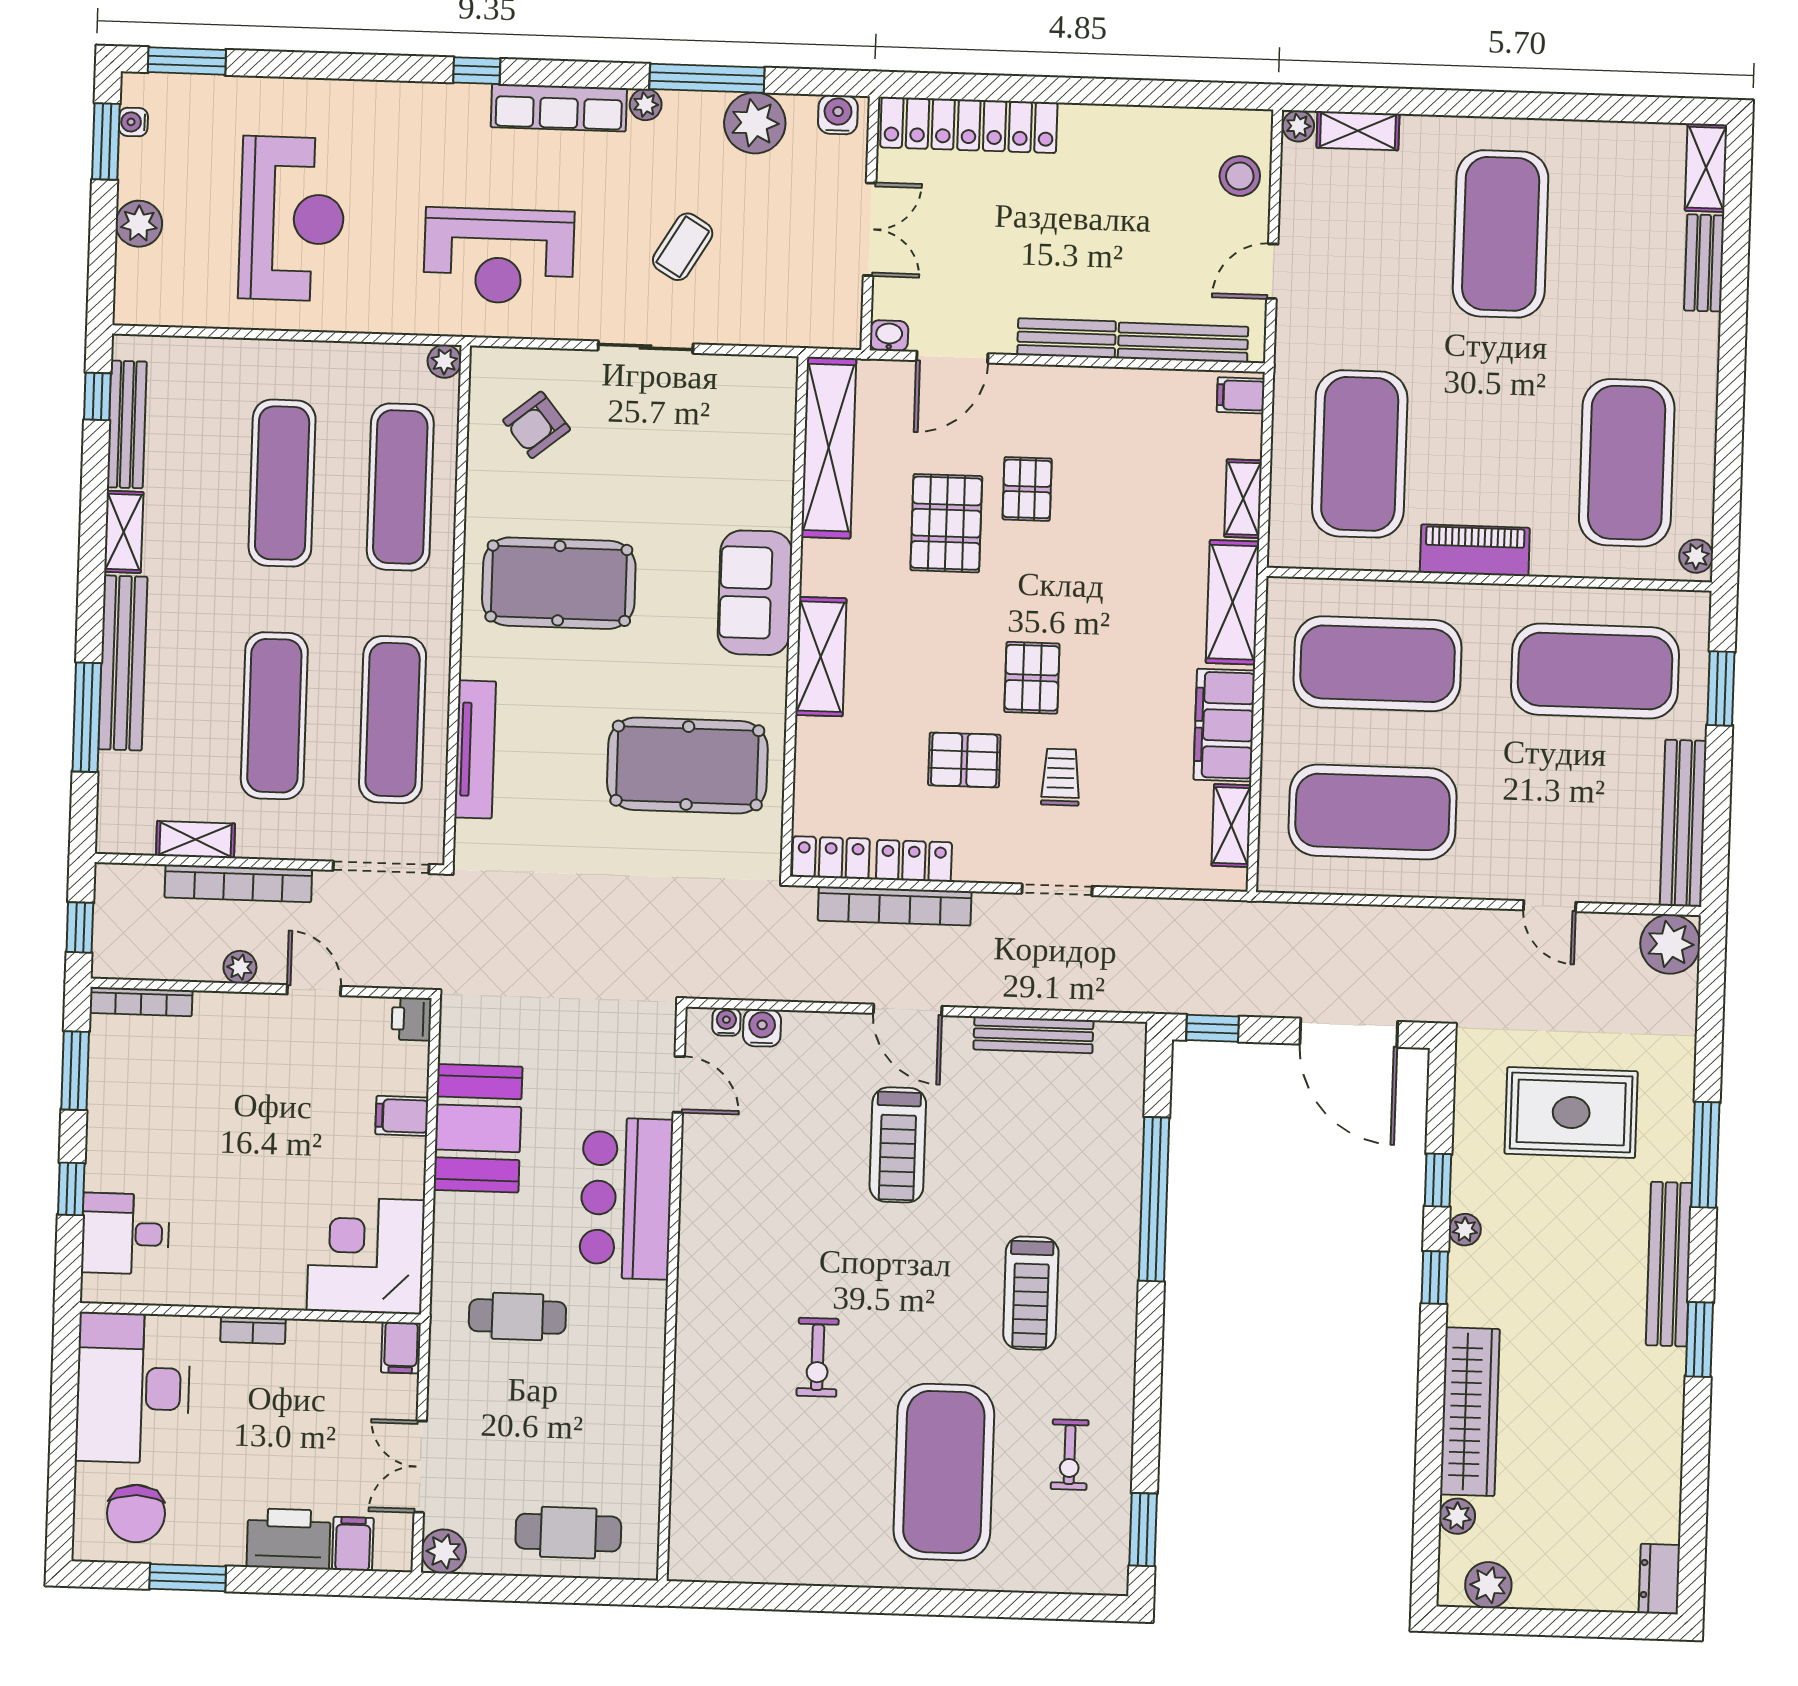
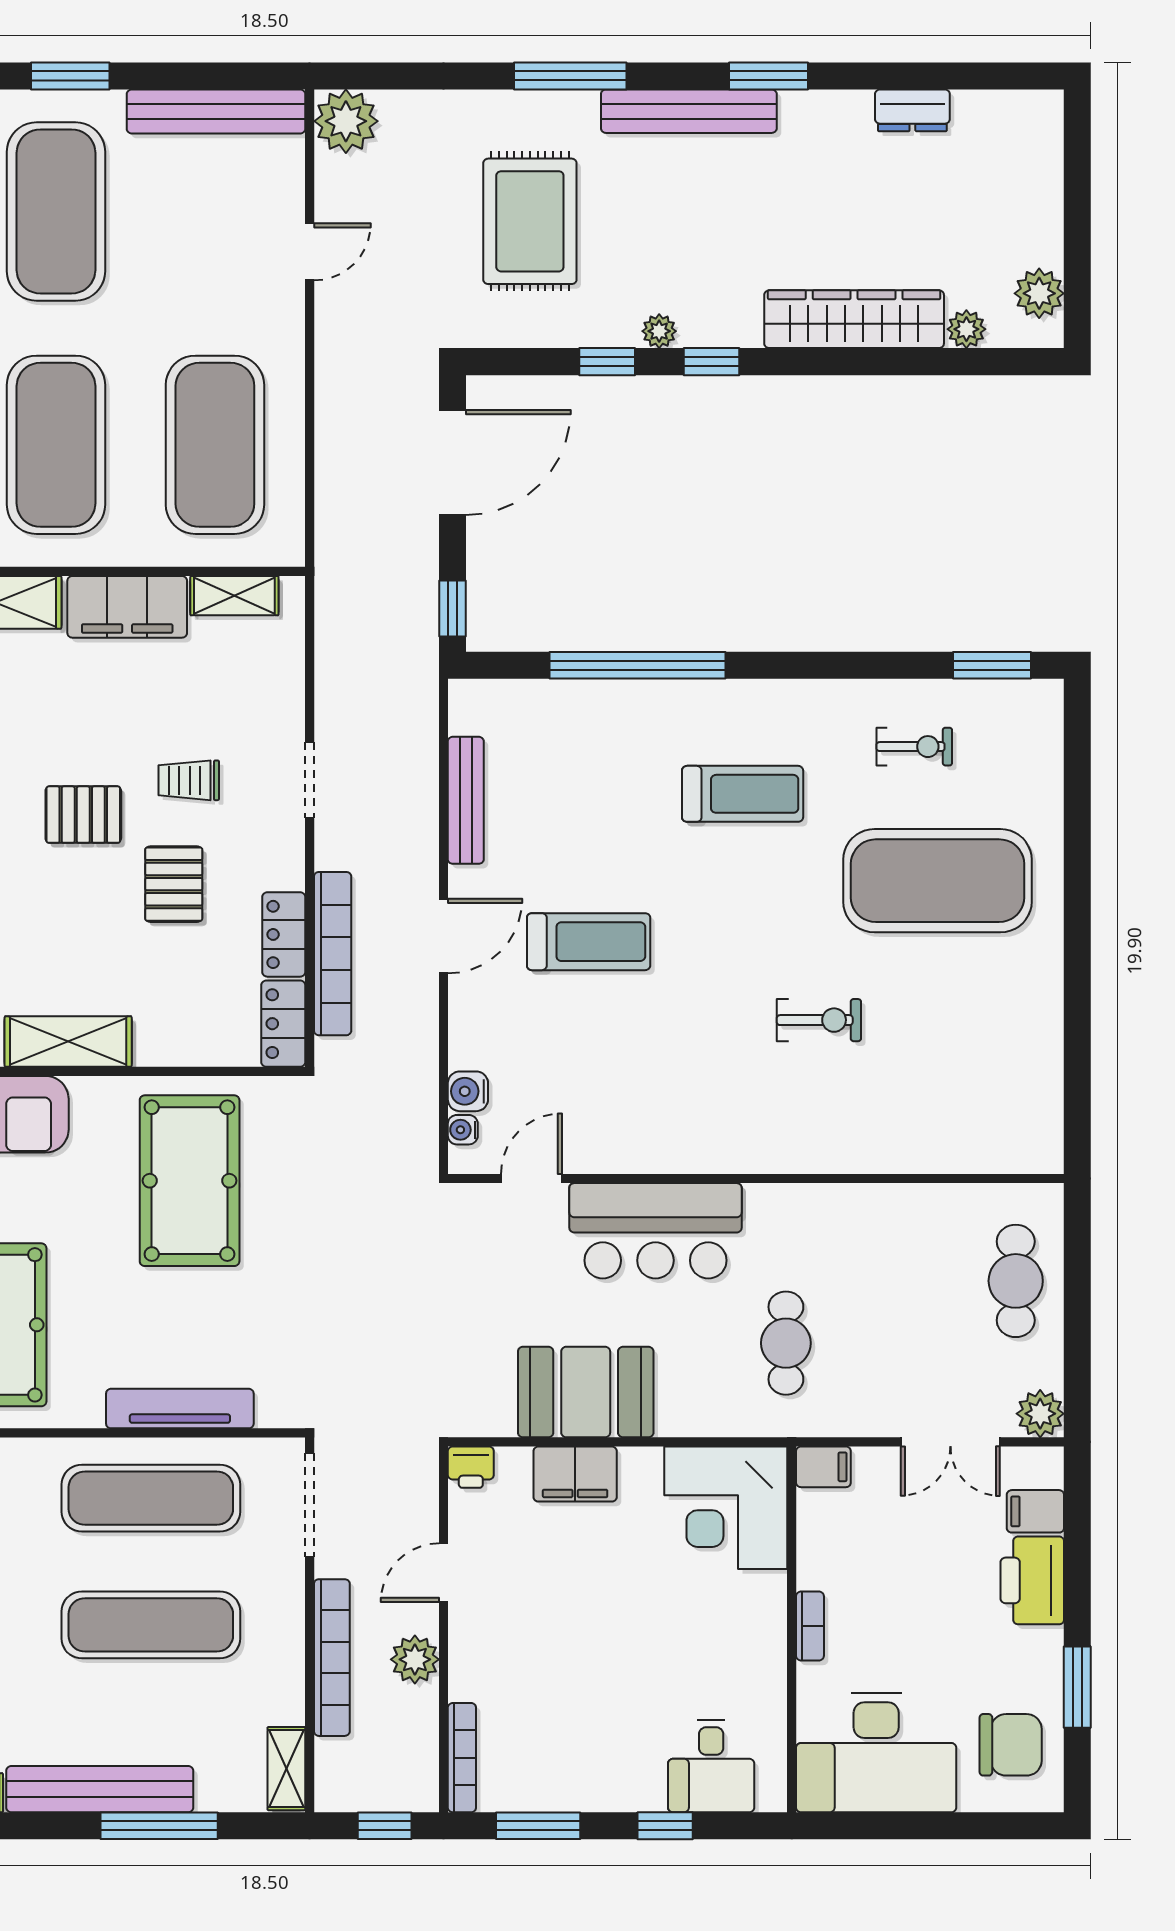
shelving: (195, 840) -> (286, 1769), moved
plant: (240, 967) -> (415, 1659), width x1.38, depth x1.38
filing cabinet: (402, 1116) -> (575, 1474), width x2.00
dresser: (1659, 1579) -> (912, 110), moved

